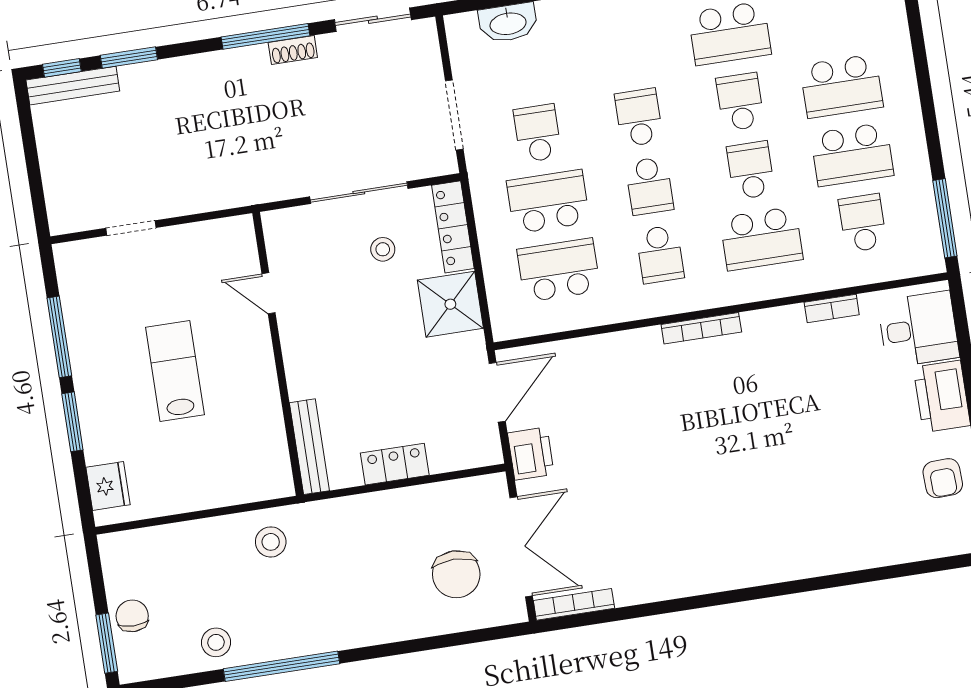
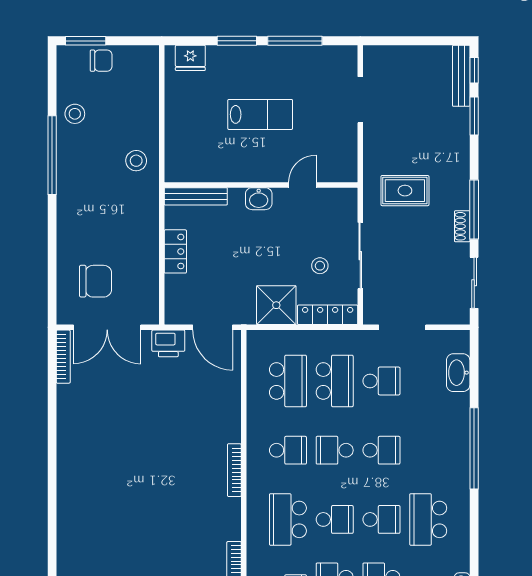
rug: (254, 142) -> (405, 191), added
doorway: (131, 228) -> (360, 100), width x1.38
school desk: (660, 254) -> (288, 450), turned 180
washbasin: (299, 354) -> (259, 199), added
chair: (456, 574) -> (95, 281), turned 180

